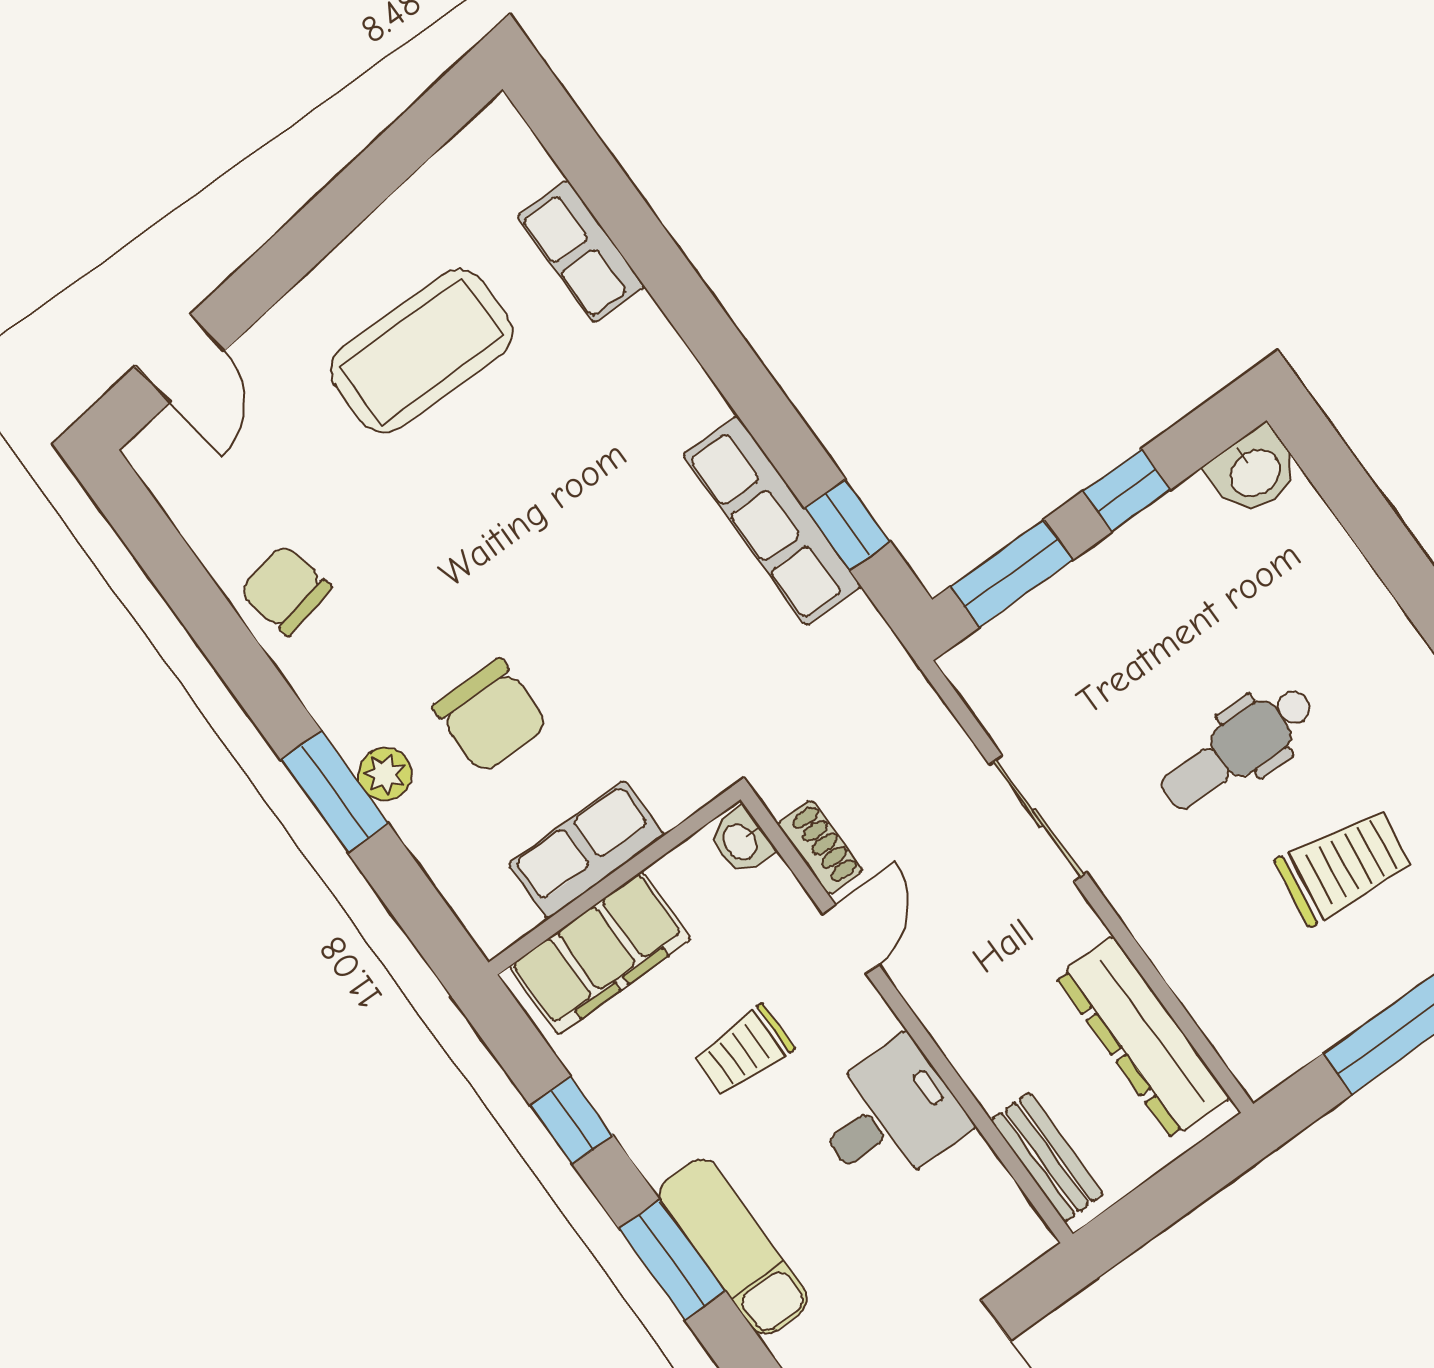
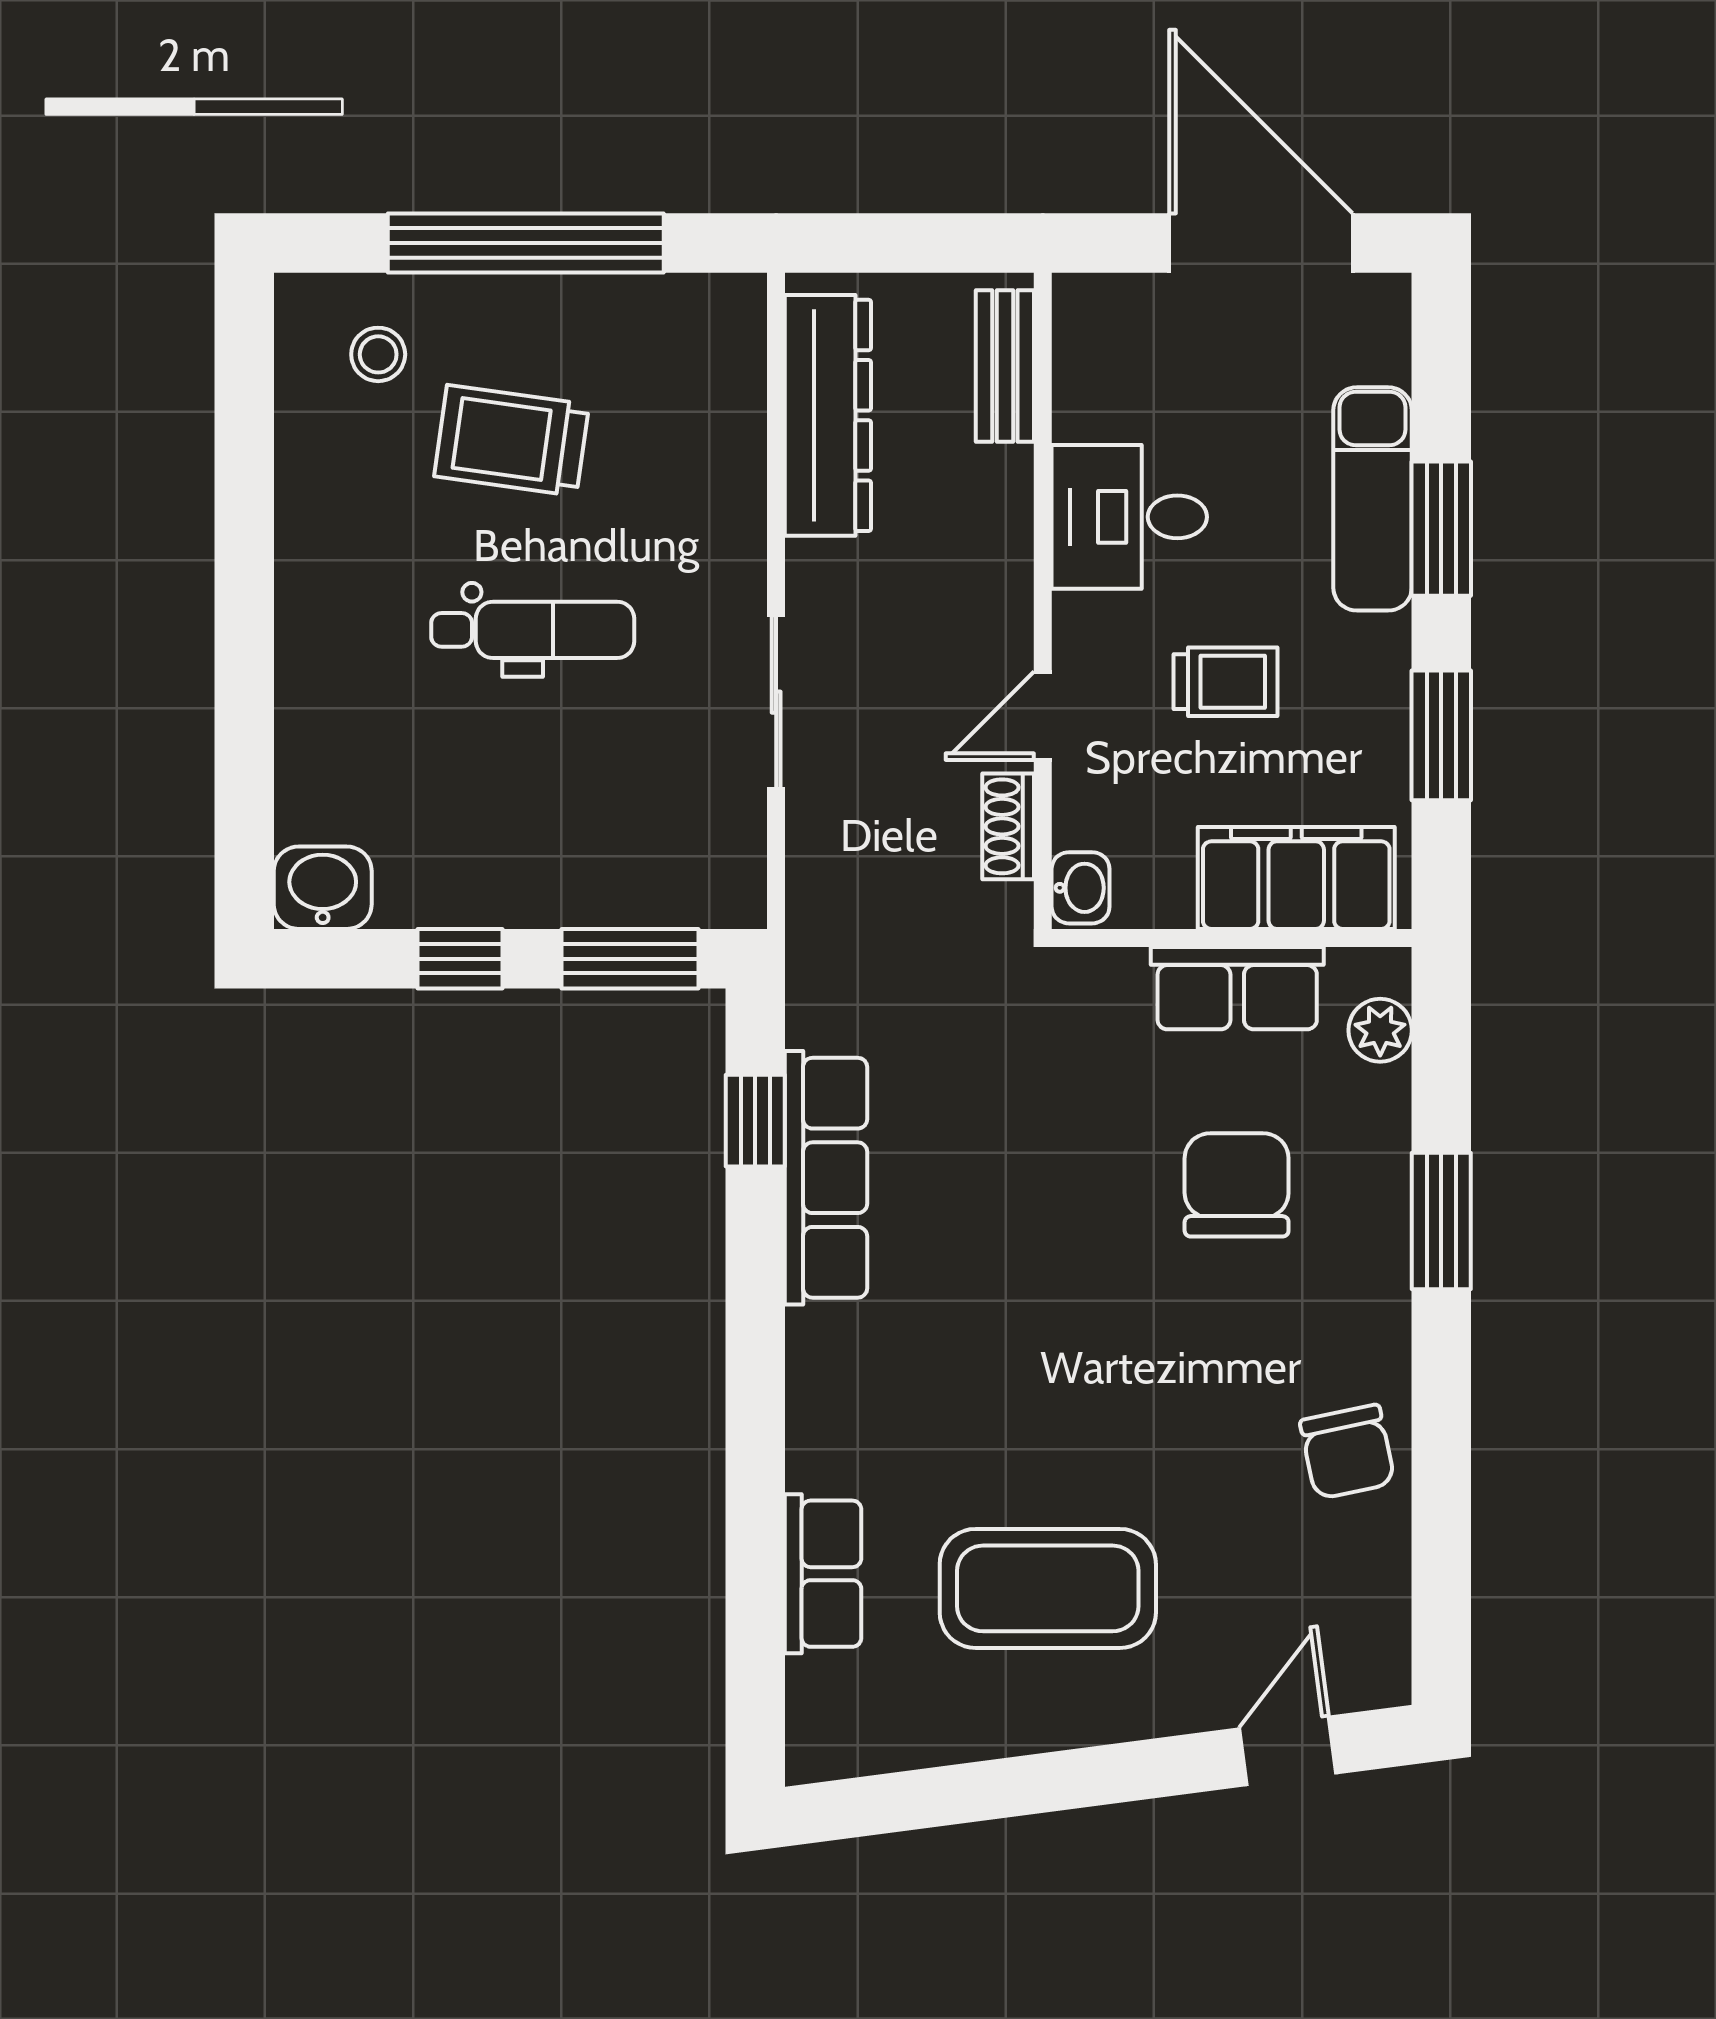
plant: (385, 774) -> (1380, 1030), moved
window: (571, 1120) -> (1441, 735), width x1.50

